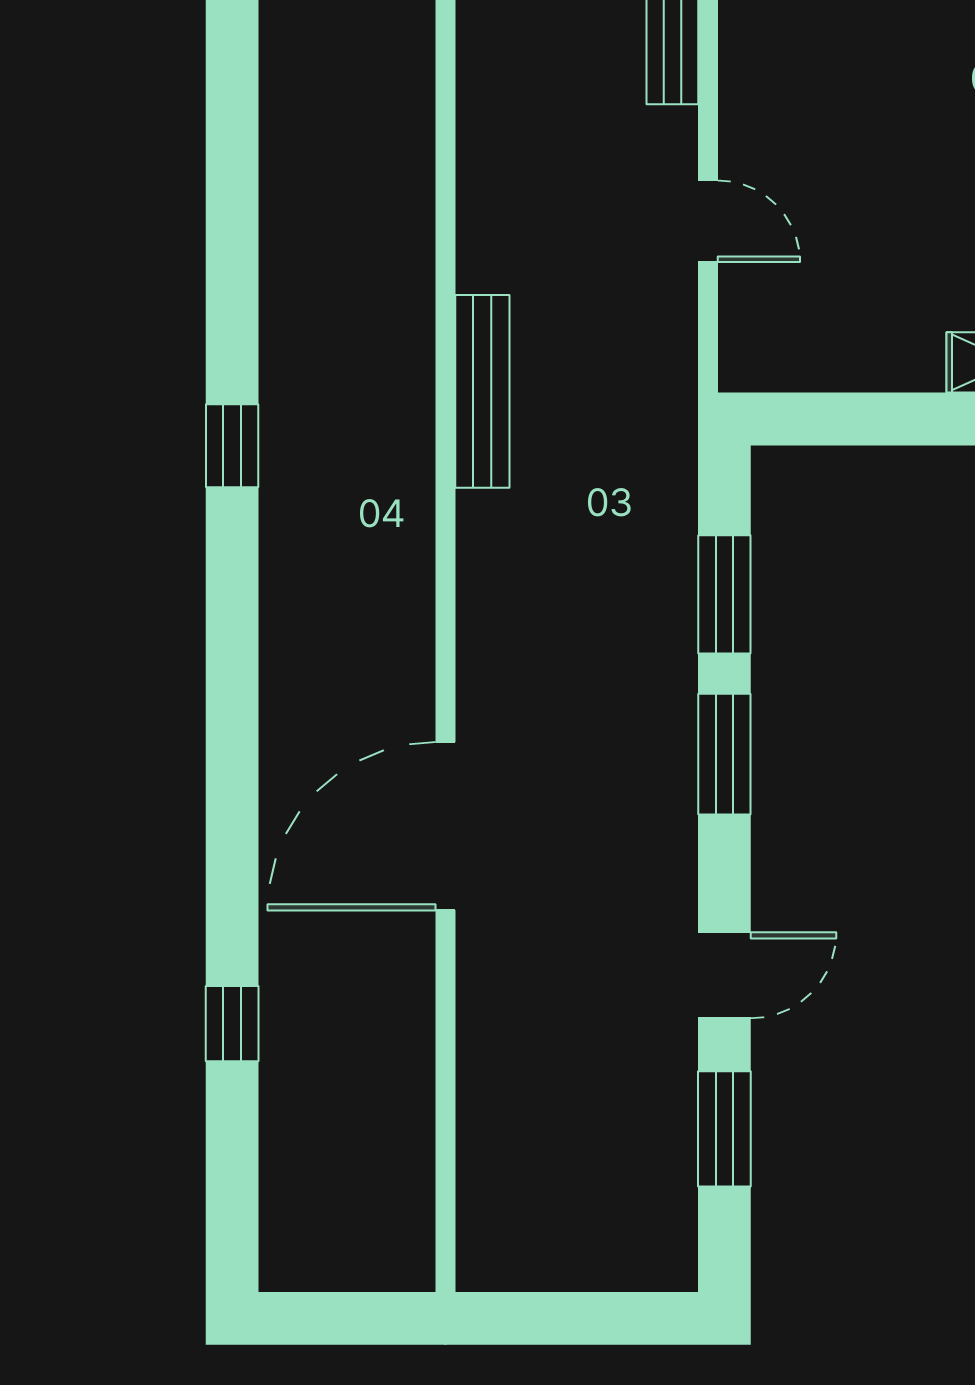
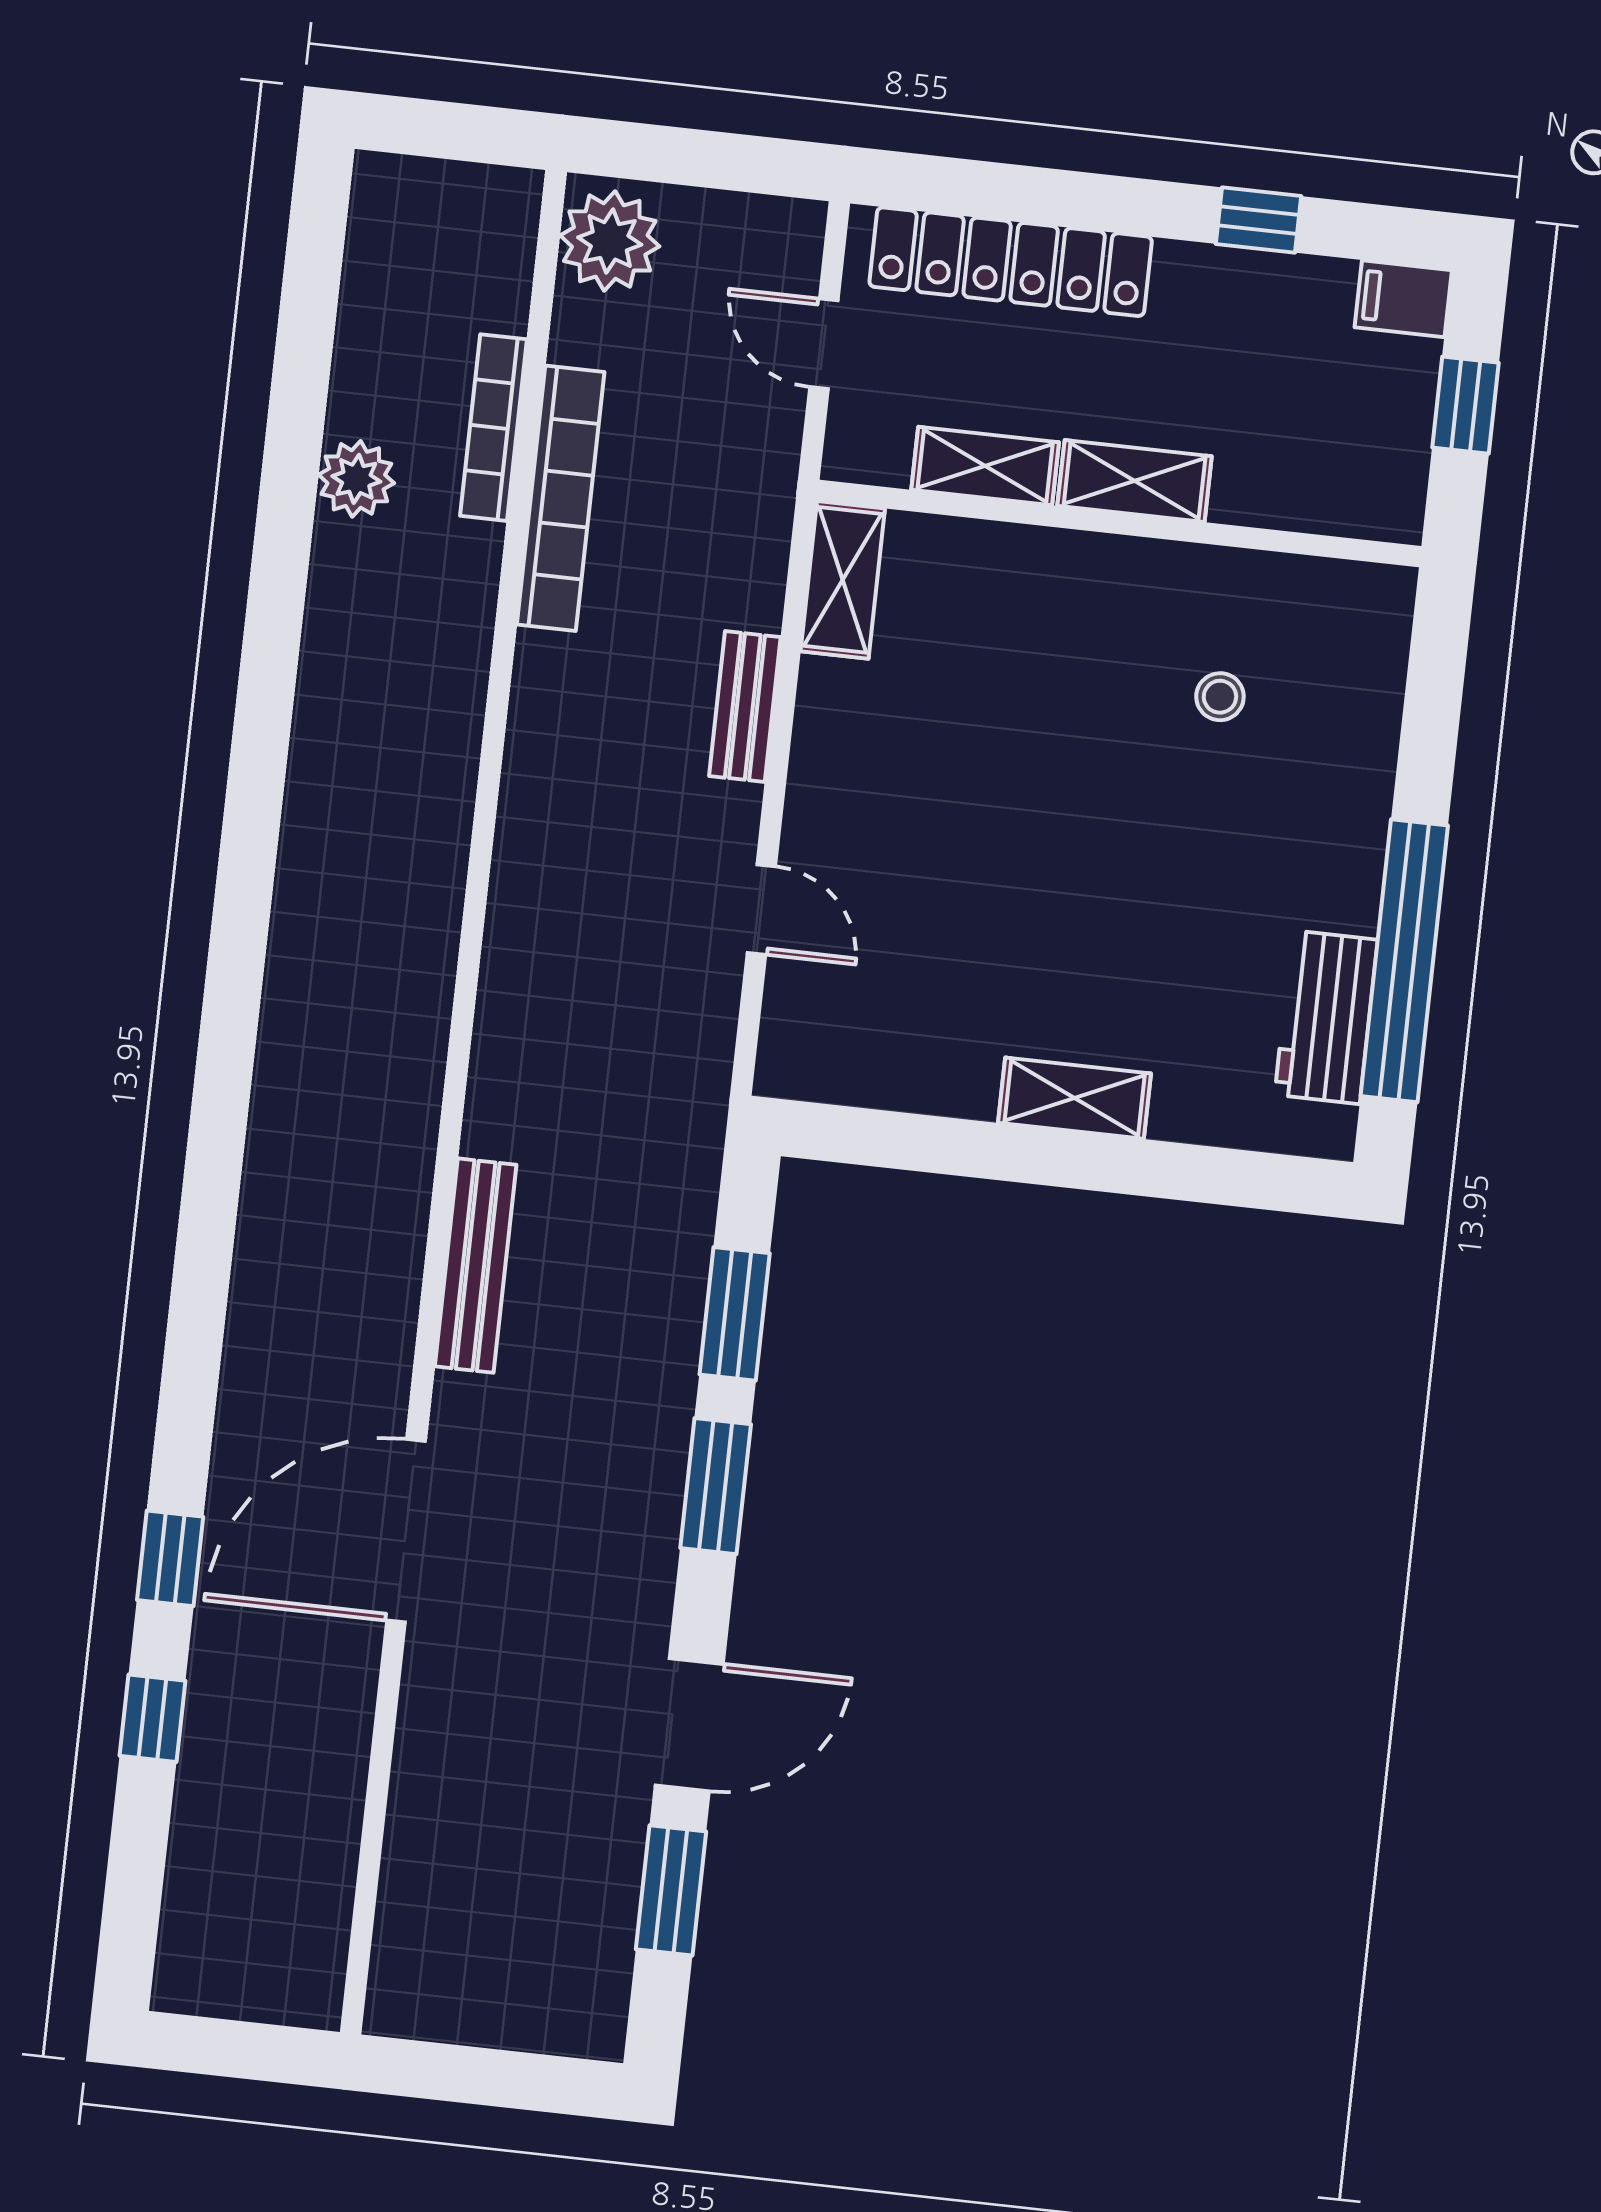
bench: (482, 391) -> (476, 1266), moved
window: (232, 446) -> (170, 1558), moved
door: (724, 975) -> (689, 1725), width x1.38

